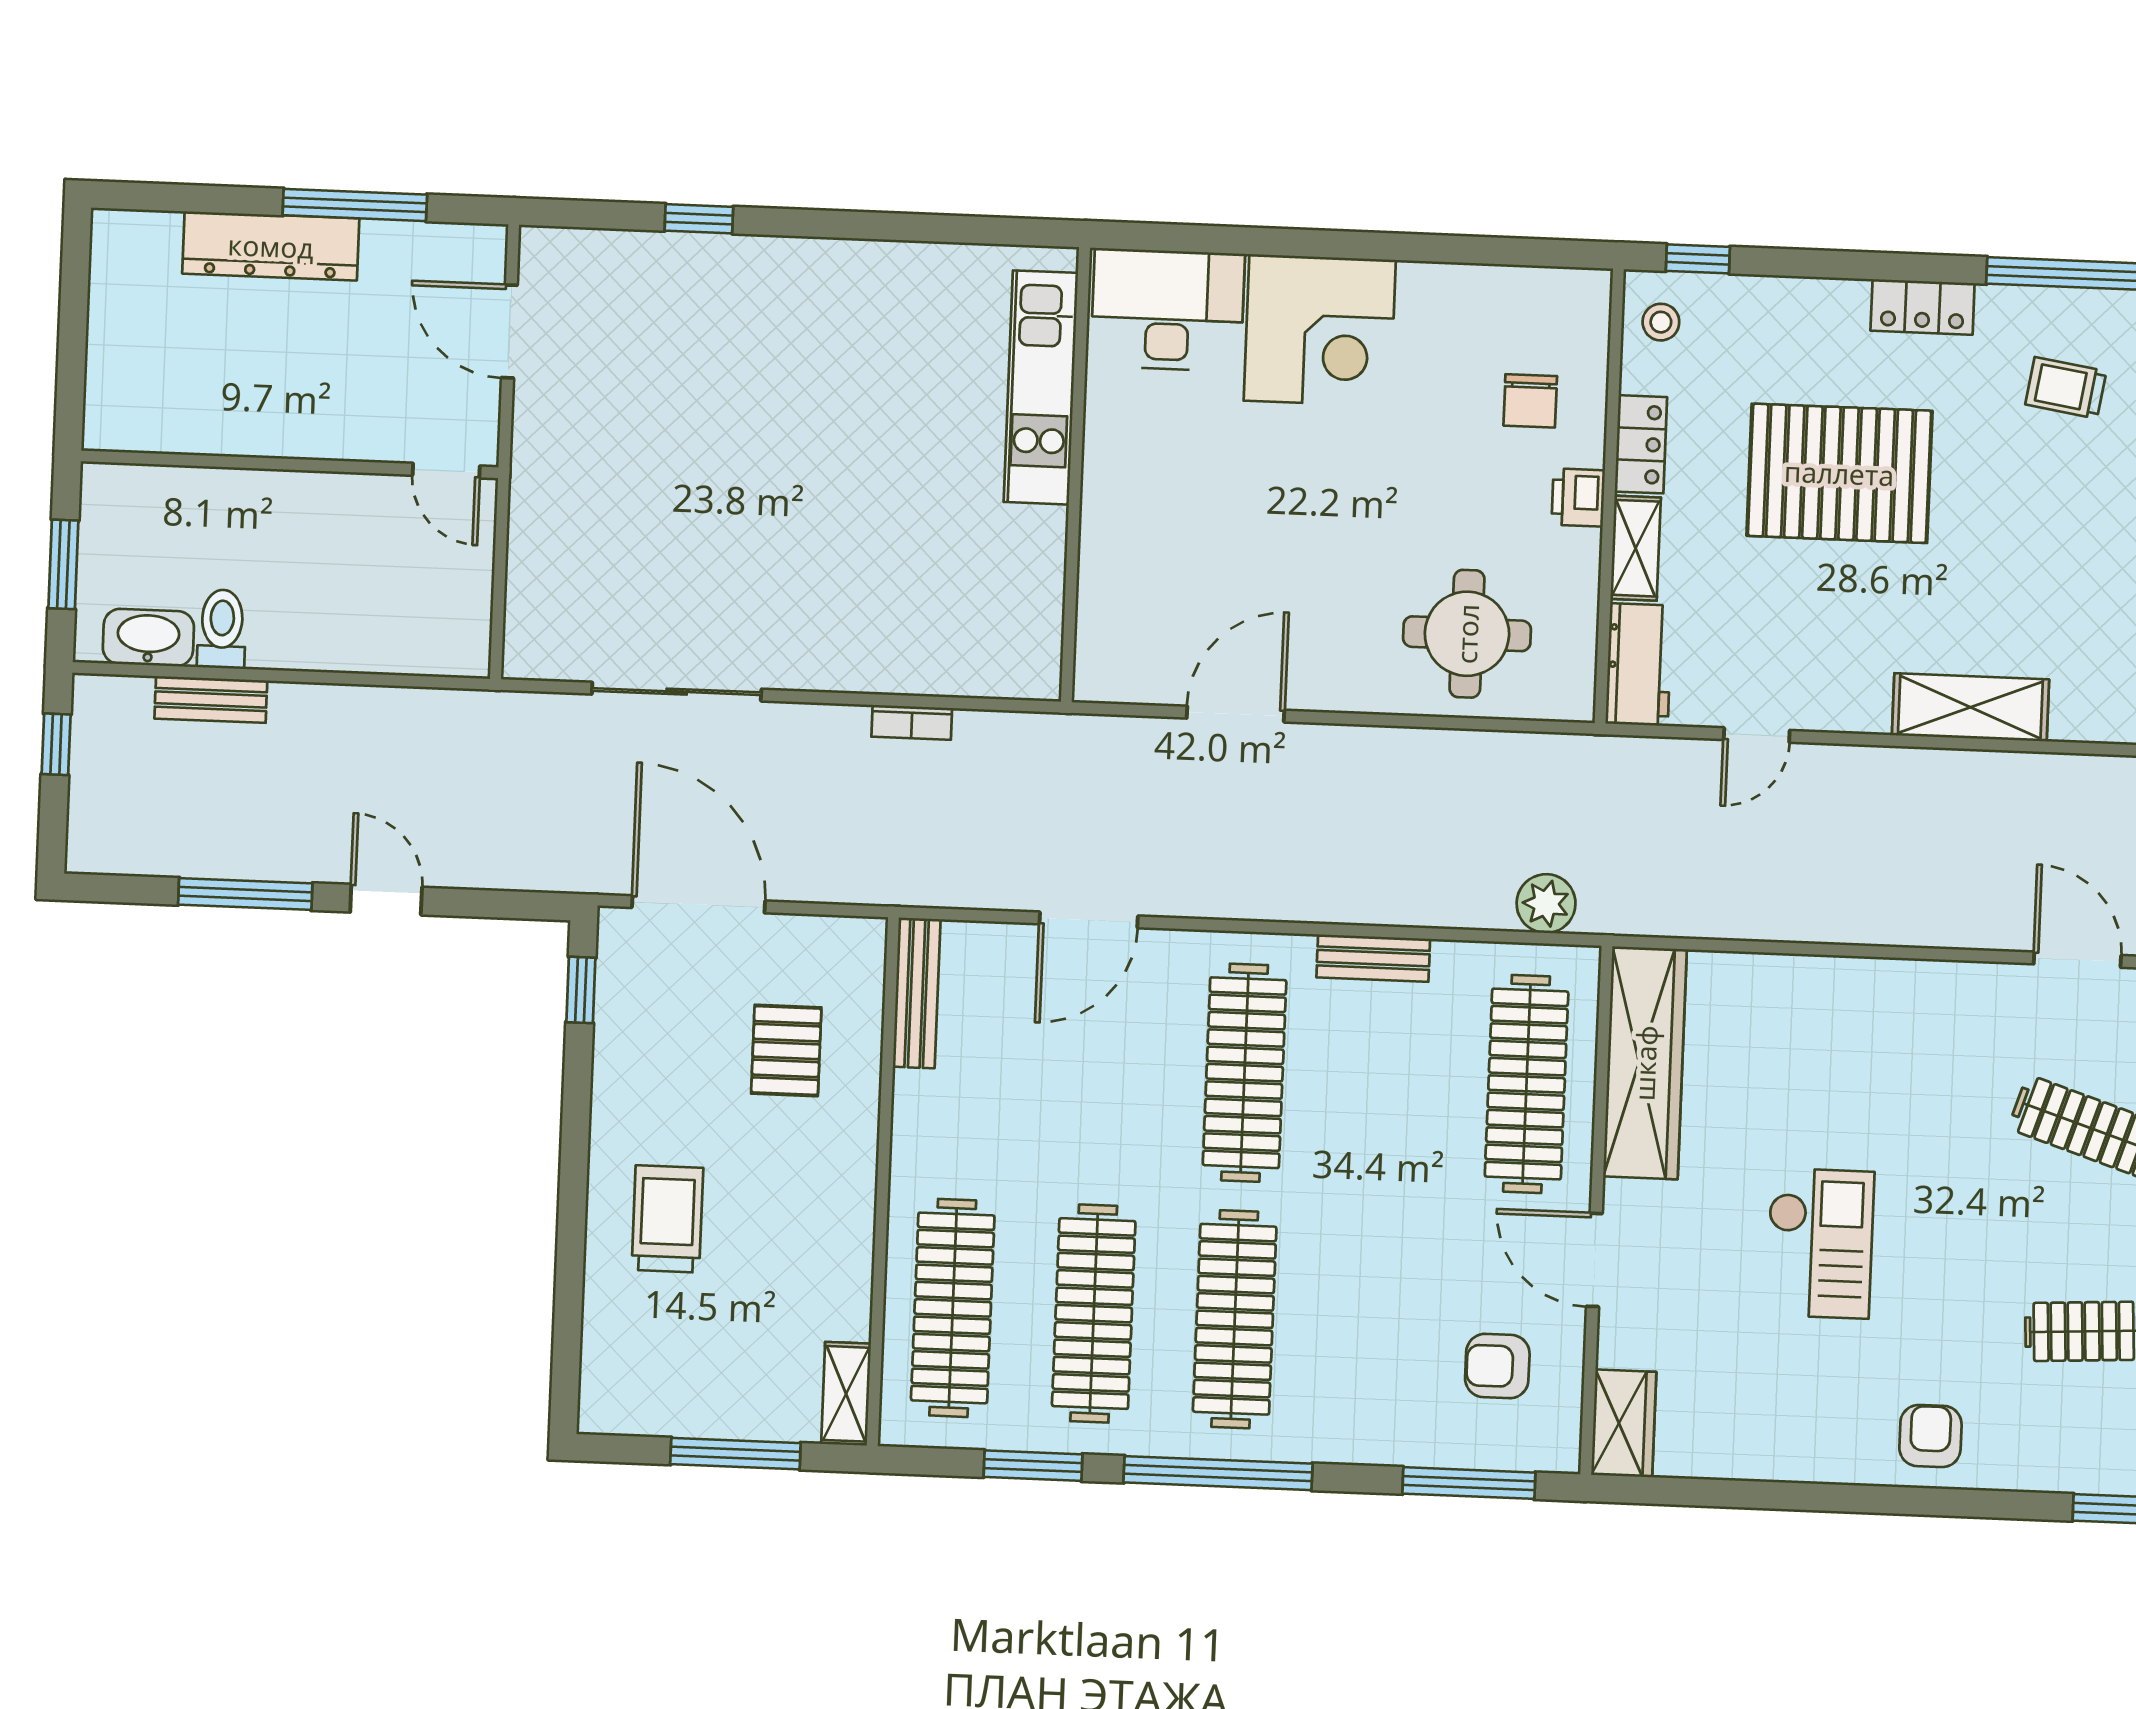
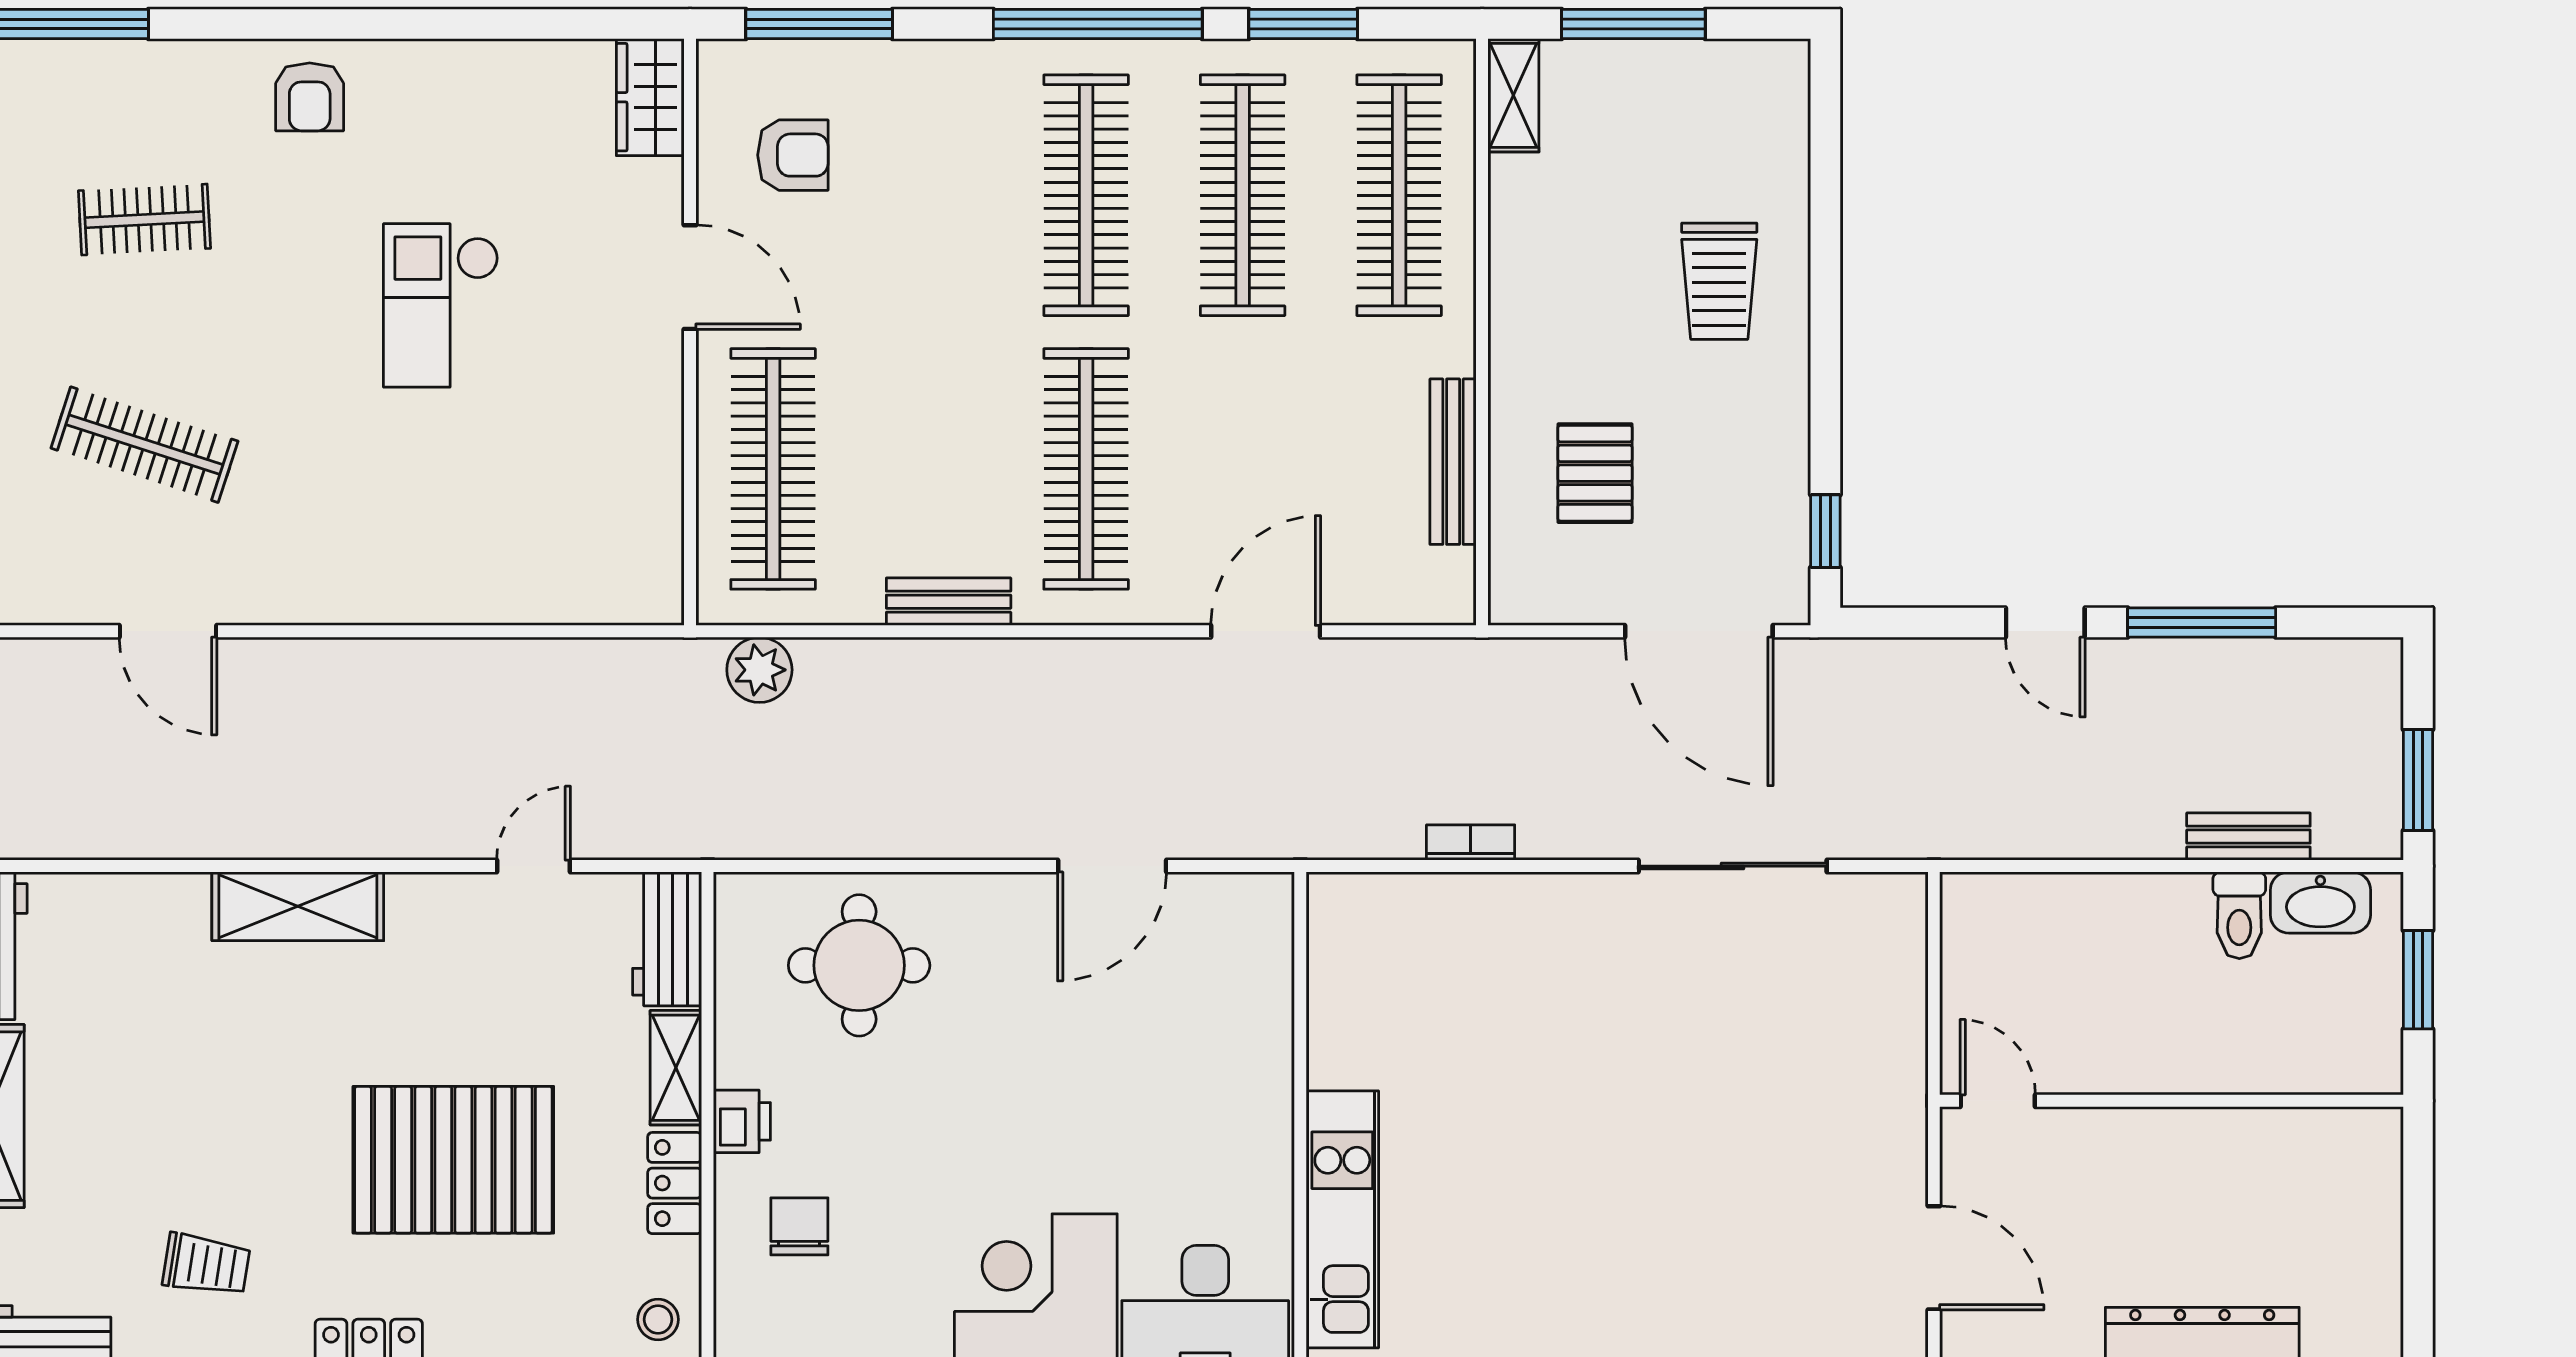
window: (56, 744) -> (2418, 780), width x1.50
bench: (917, 993) -> (1453, 462), moved
wardrobe: (1645, 1063) -> (643, 498), removed

